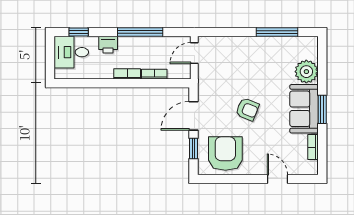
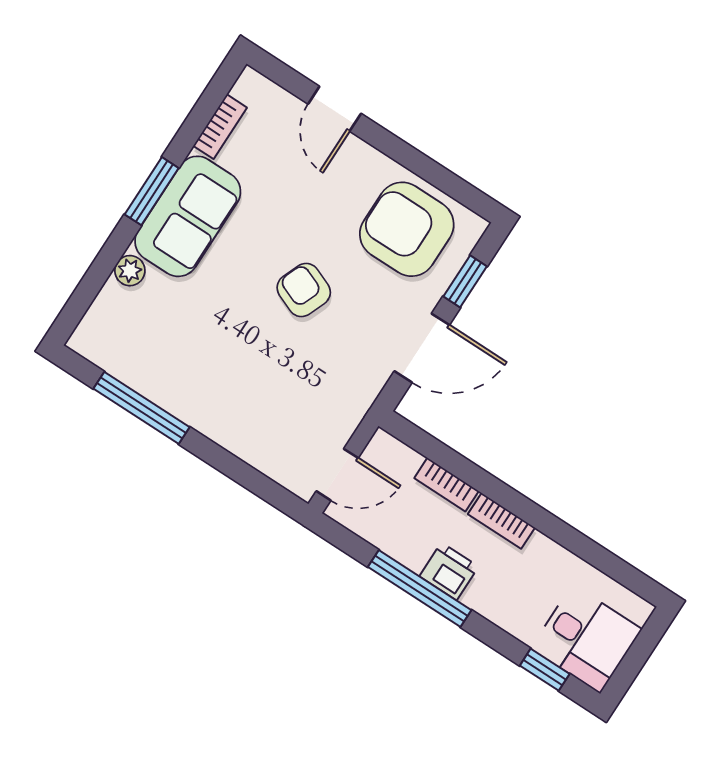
printer: (108, 45) -> (449, 571), moved
plant: (306, 72) -> (130, 271), width x0.53, depth x0.53
armchair: (225, 153) -> (407, 229), turned 90

